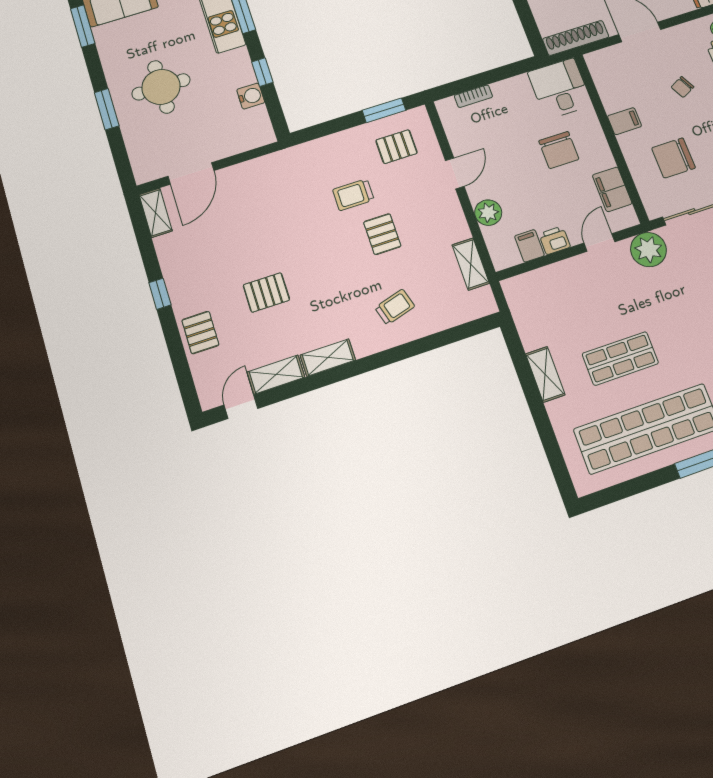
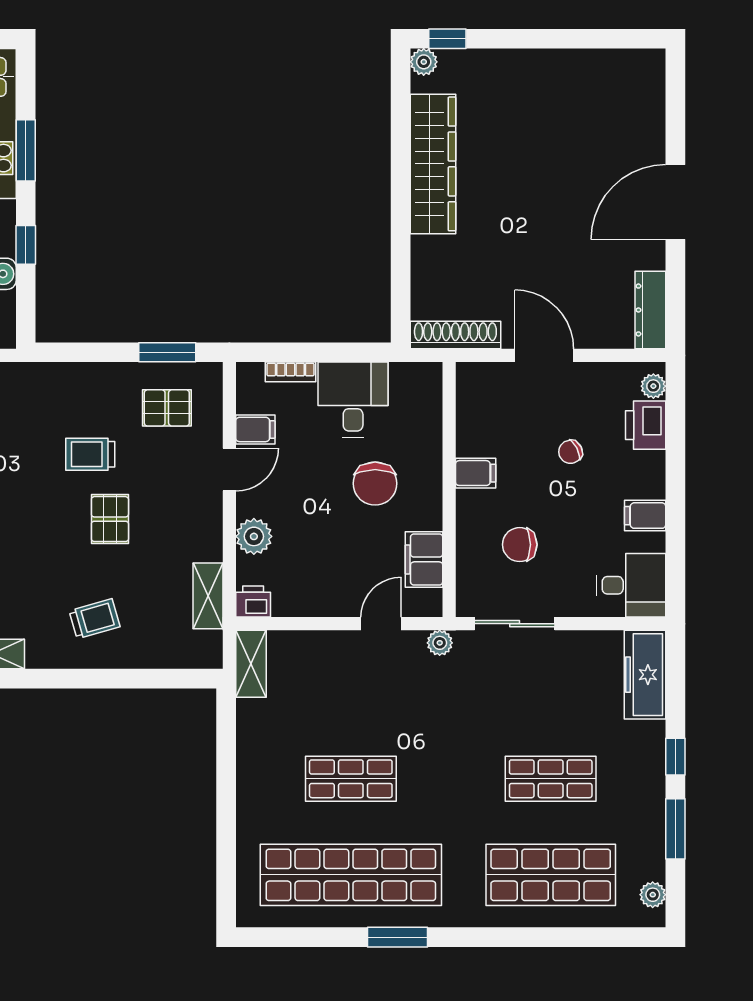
desk: (560, 89) -> (353, 400), moved
chair: (673, 158) -> (520, 545), width x0.73, depth x0.73
printer: (555, 240) -> (253, 601), moved
filing cabinet: (529, 246) -> (255, 429), moved, turned 90
plant: (648, 249) -> (440, 643), width x0.53, depth x0.53
shelving: (545, 374) -> (251, 664), moved

